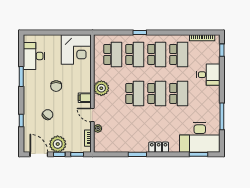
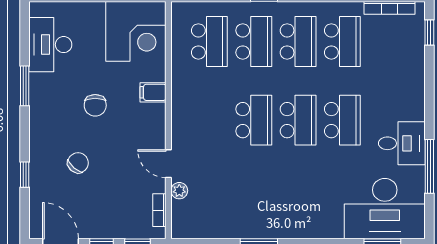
desk: (208, 75) -> (402, 143), moved
plant: (101, 88) -> (186, 109), removed
filing cabinet: (85, 98) -> (153, 92), moved
plant: (58, 144) -> (98, 222), removed
locker: (159, 147) -> (302, 228), removed

